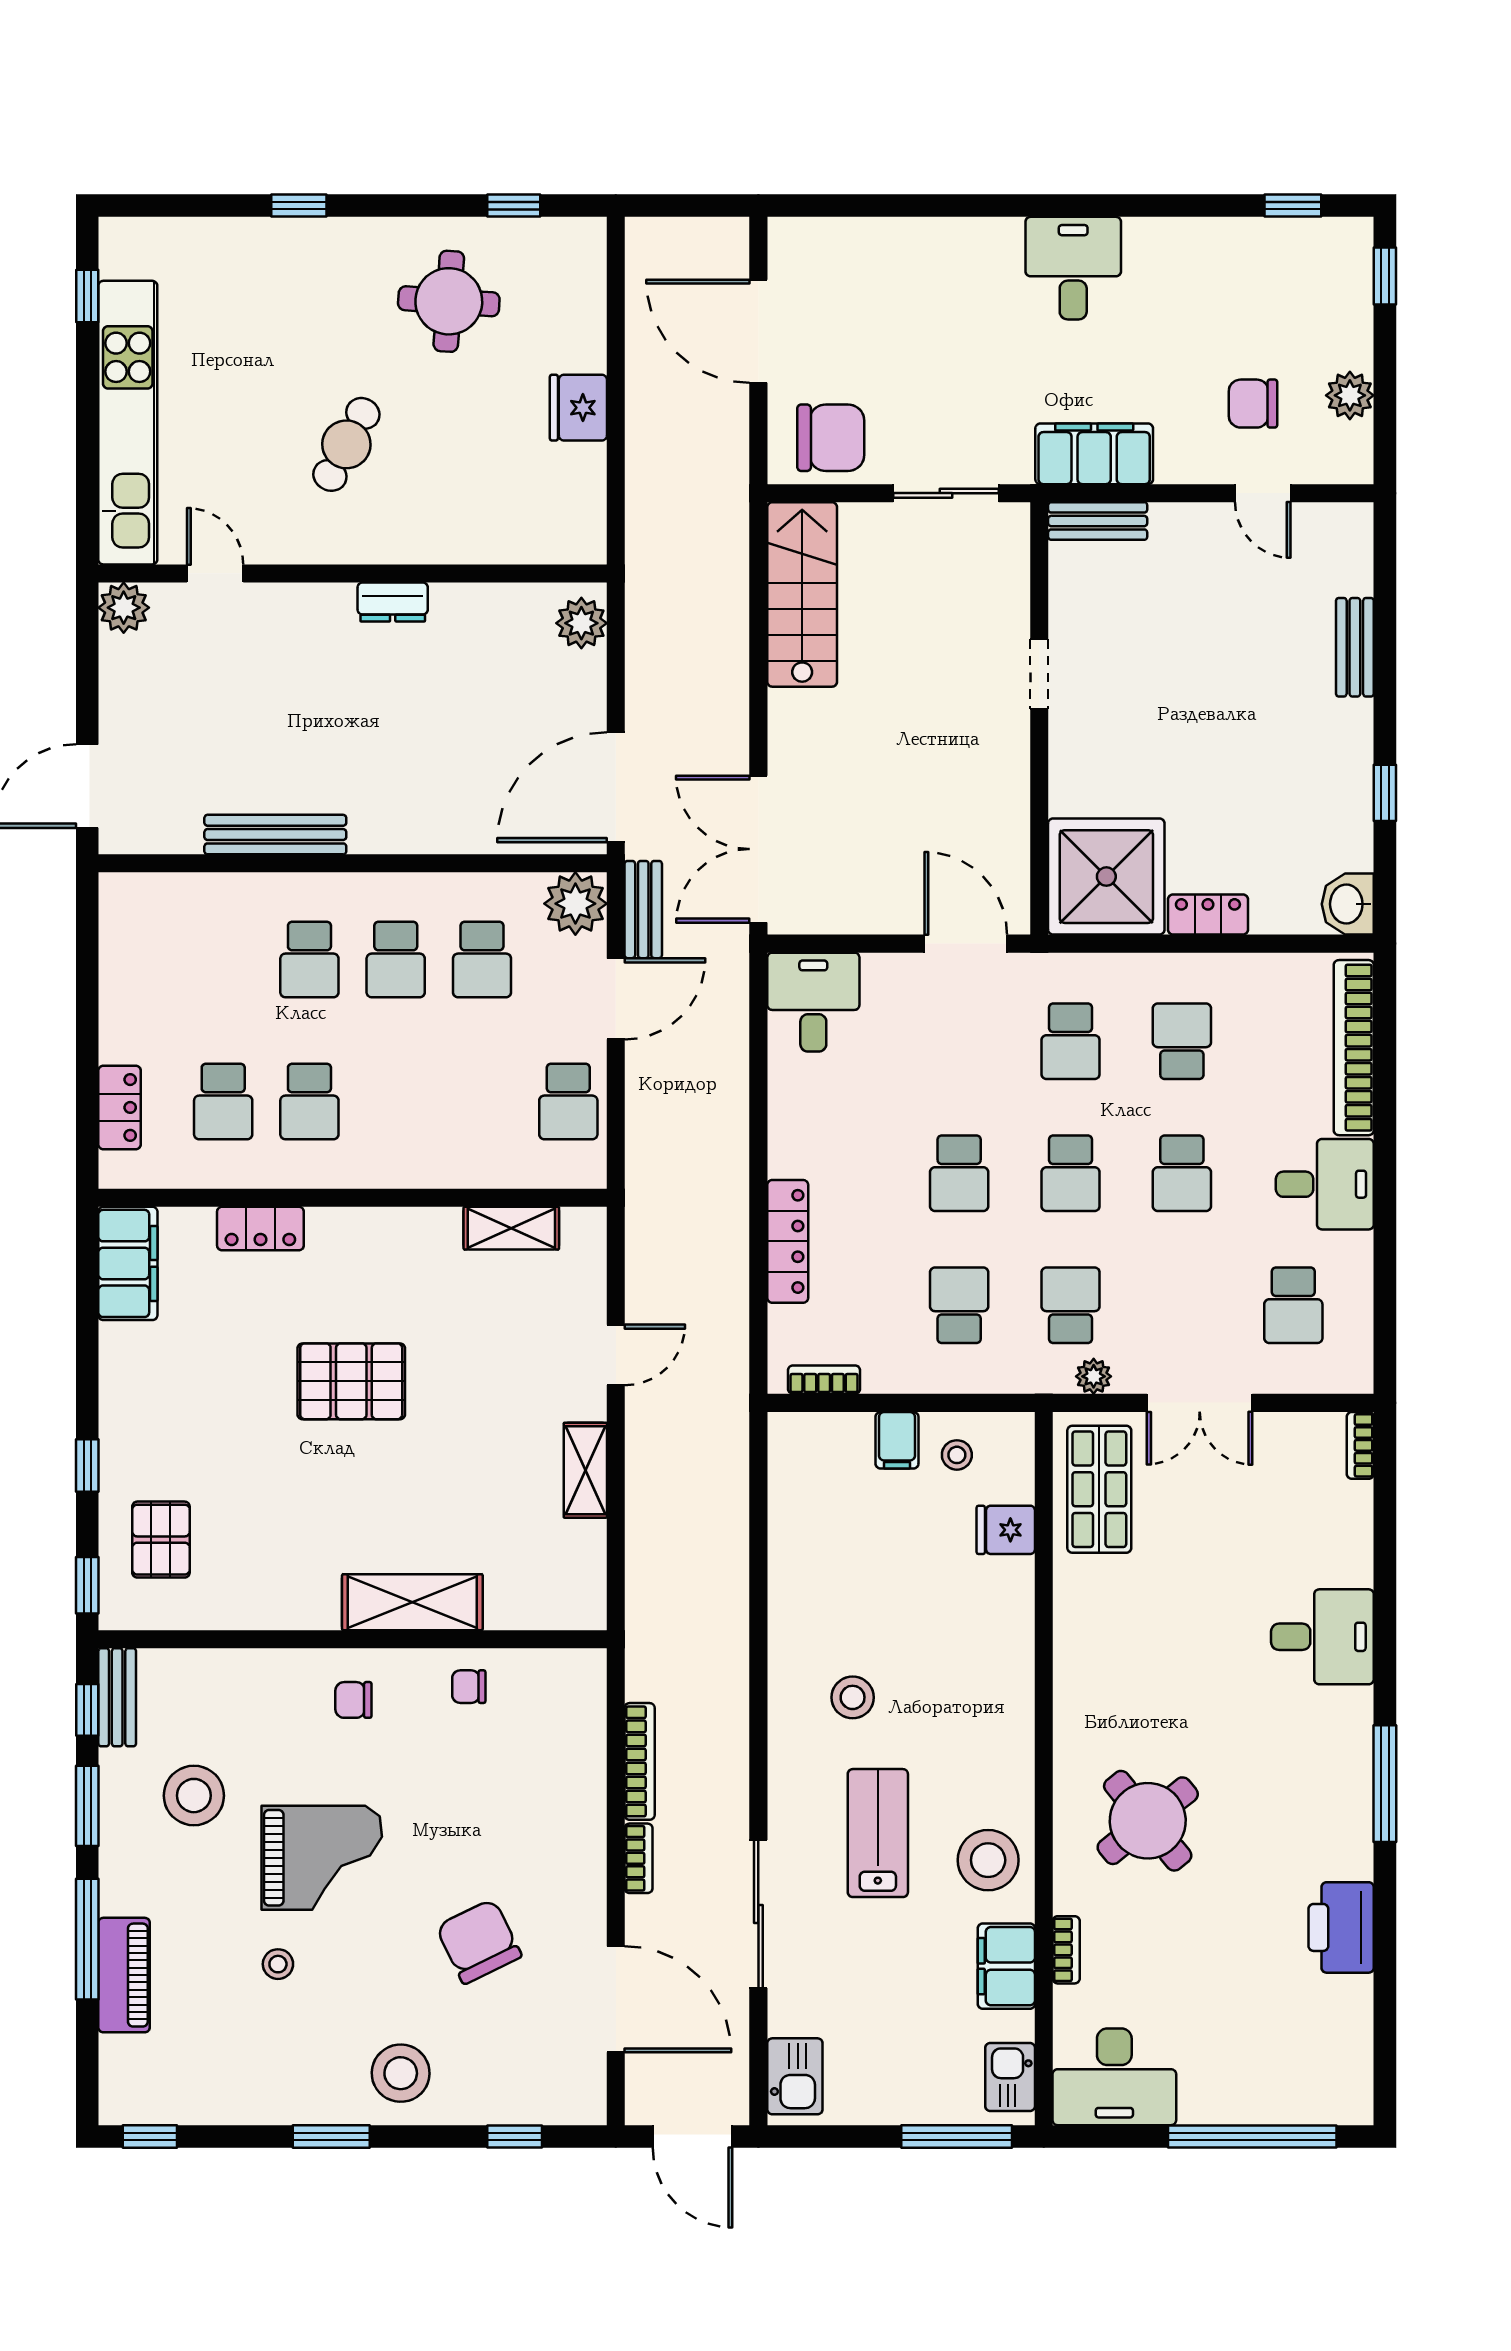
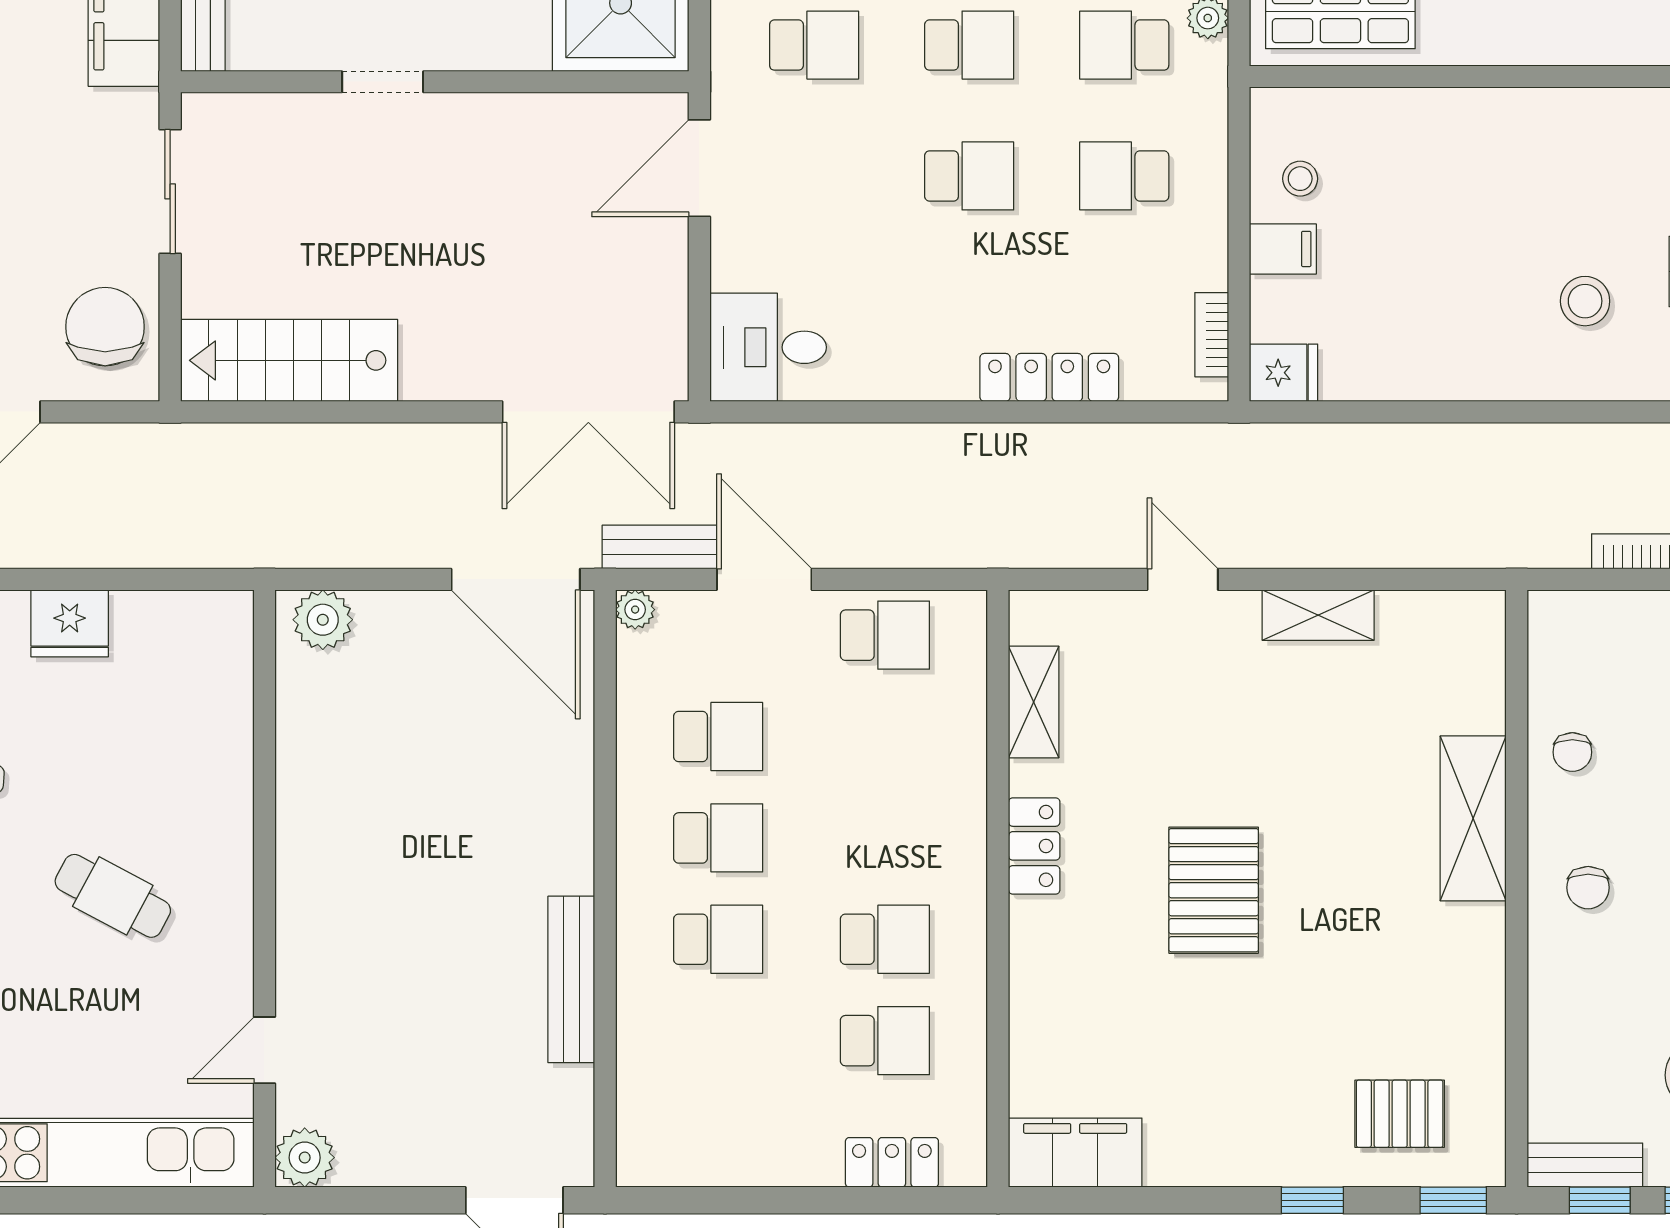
dresser: (393, 602) -> (298, 841), removed
plant: (575, 904) -> (635, 610), width x0.53, depth x0.53
locker: (260, 1229) -> (1034, 846), moved
fridge: (1006, 1530) -> (1284, 373), moved, turned -90

